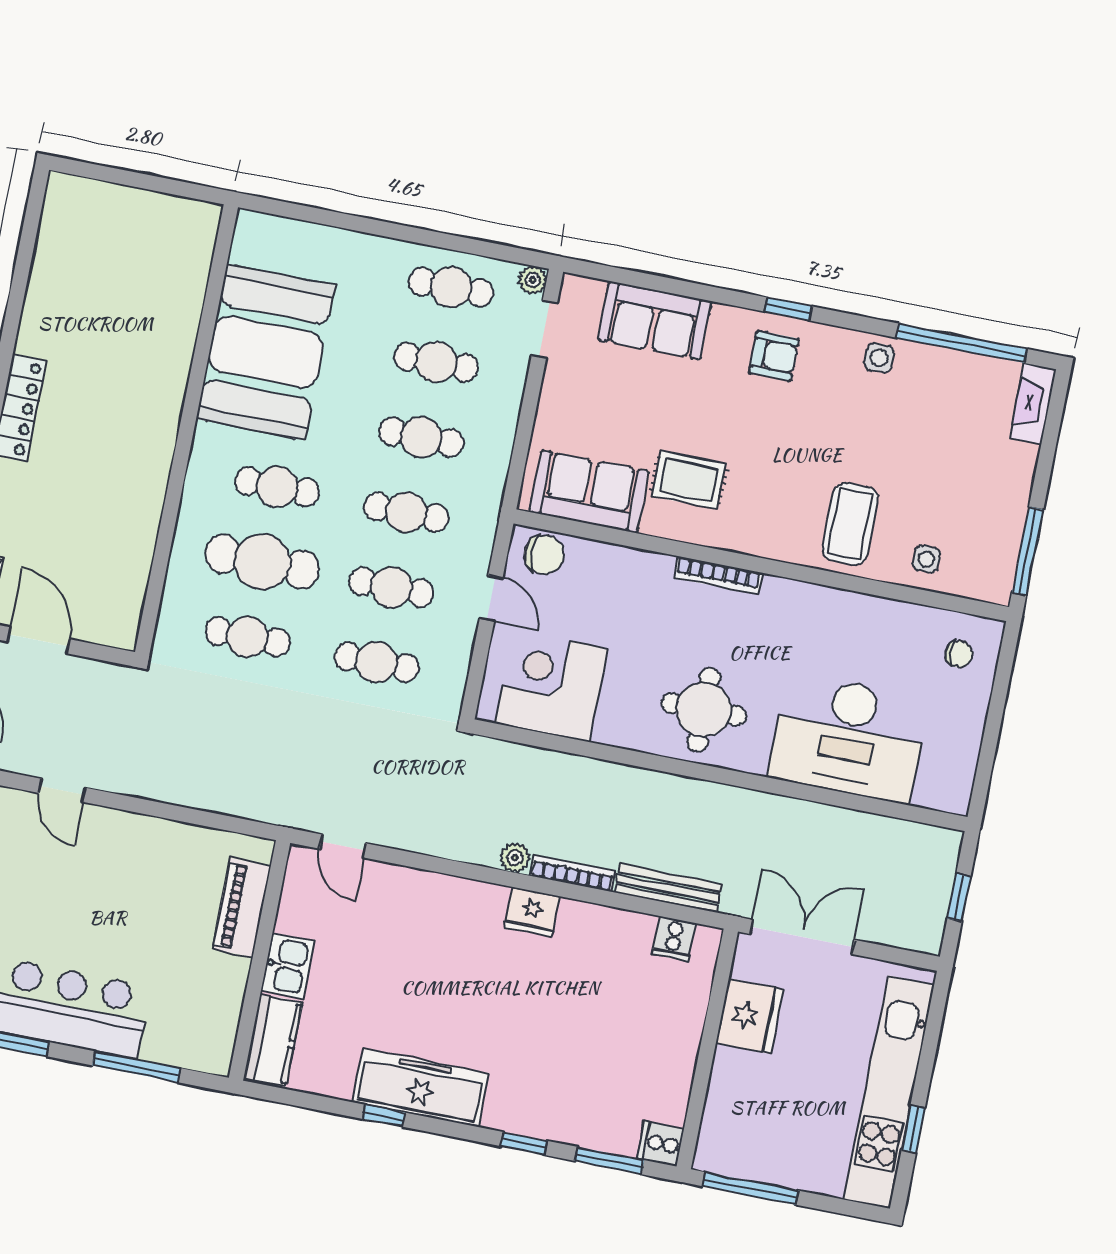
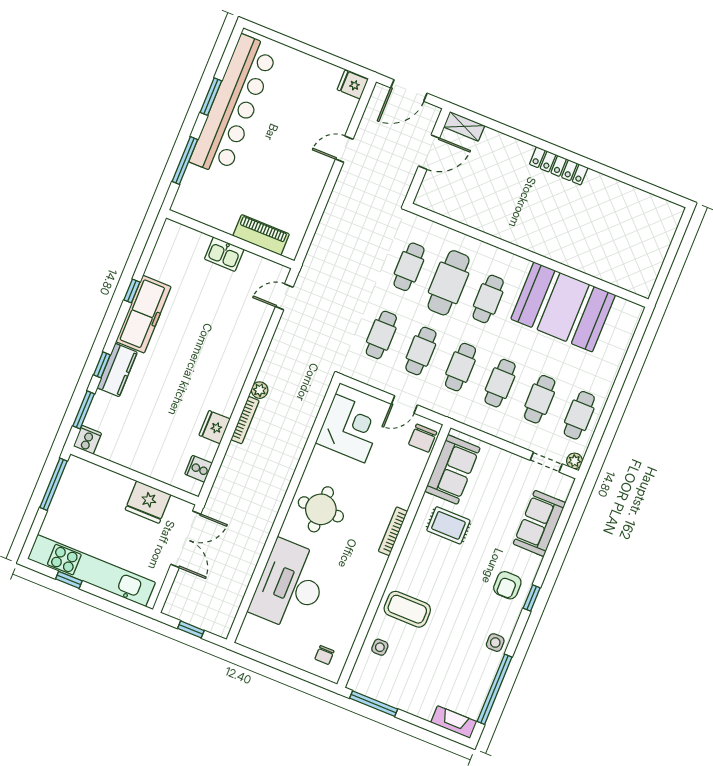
rug: (689, 480) -> (448, 525), turned 90
bench: (668, 888) -> (227, 471), removed
fridge: (532, 912) -> (215, 427), moved
kitchen counter: (273, 1040) -> (117, 370), moved, turned -90

